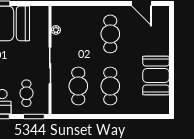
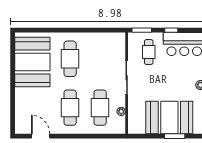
booth: (156, 76) -> (32, 62), width x1.36, depth x1.42
cafe table: (78, 86) -> (100, 108), moved

